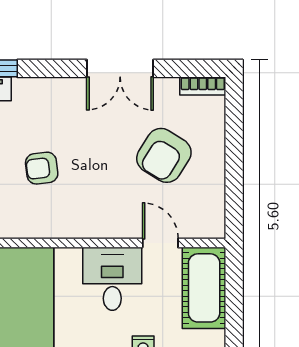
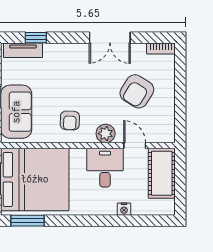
armchair: (42, 168) -> (70, 120), moved, turned -81
plant: (113, 224) -> (106, 134), added

